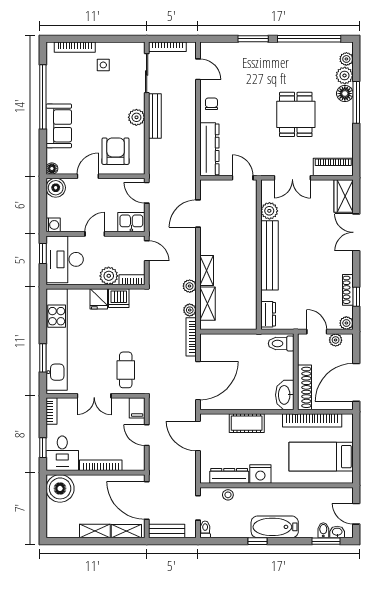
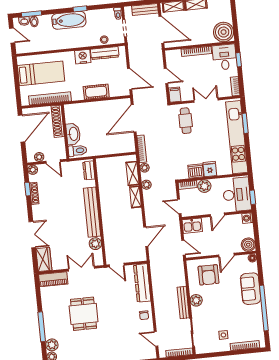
floor lamp: (345, 94) -> (50, 332), removed
washbasin: (285, 395) -> (73, 134), moved

